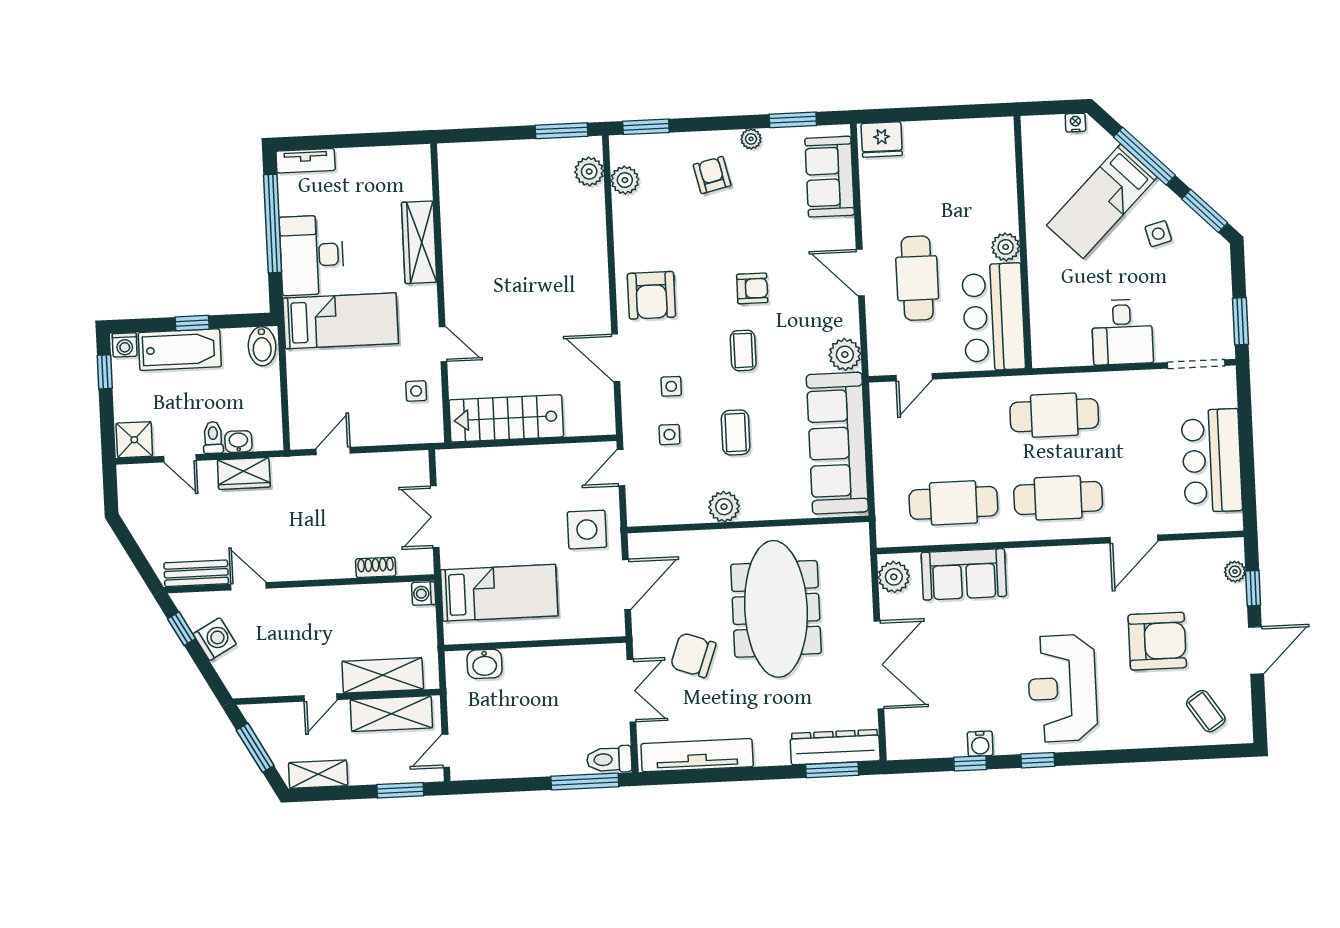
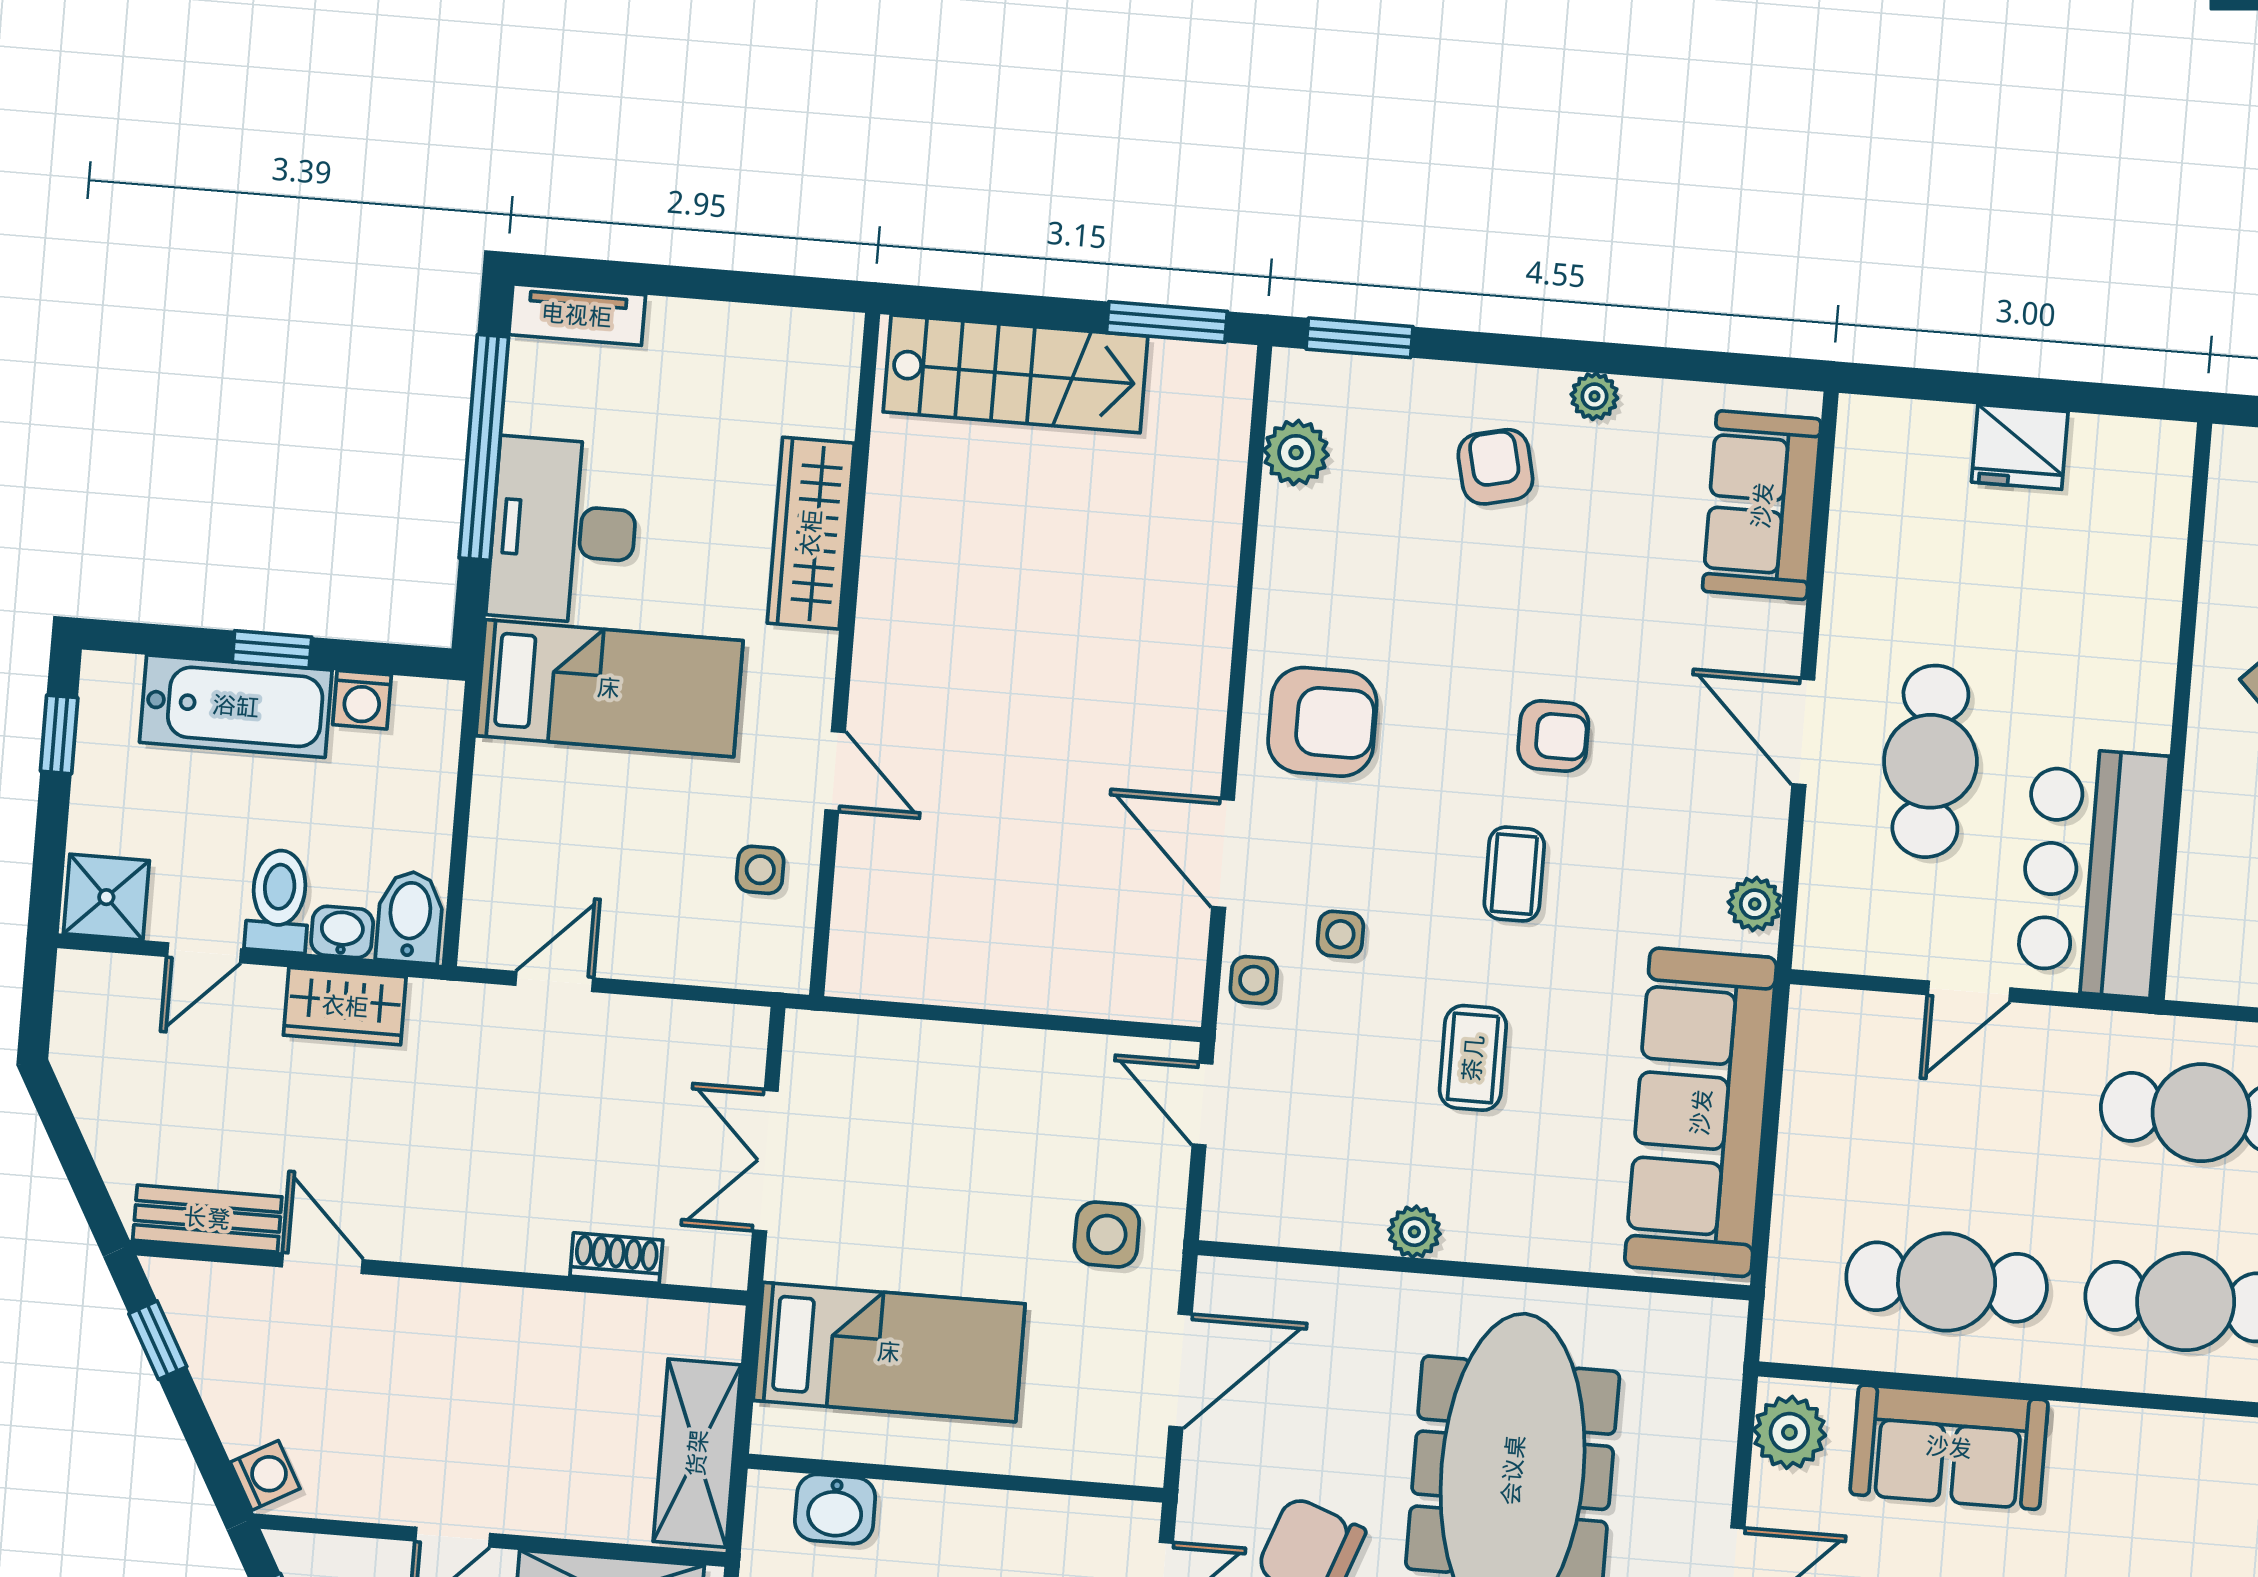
window: (793, 120) -> (1695, 365), removed
fridge: (882, 140) -> (2020, 447), moved
plant: (589, 172) -> (1218, 423), removed
plant: (1006, 247) -> (2140, 717), removed
armchair: (651, 295) -> (1322, 722), turned -90
washing machine: (125, 345) -> (362, 700), moved
bidet: (262, 346) -> (410, 917), moved, turned 180
plant: (845, 354) -> (1755, 904), width x0.73, depth x0.73
door: (914, 377) -> (1969, 991), moved
stairs: (506, 418) -> (1016, 374), moved, turned 180
side table: (669, 435) -> (1254, 980), moved
toilet: (213, 438) -> (278, 901), width x1.37, depth x1.39
door: (180, 458) -> (204, 953), hinge flipped
door: (621, 468) -> (1202, 1104), hinge flipped
plant: (724, 507) -> (1414, 1232), width x0.73, depth x0.73
side table: (587, 530) -> (1107, 1234), width x0.73, depth x0.73
washing machine: (424, 594) -> (717, 1332), removed
washing machine: (215, 639) -> (265, 1475), moved, width x0.73, depth x0.73
shelving: (383, 675) -> (697, 1453), moved, turned 90

